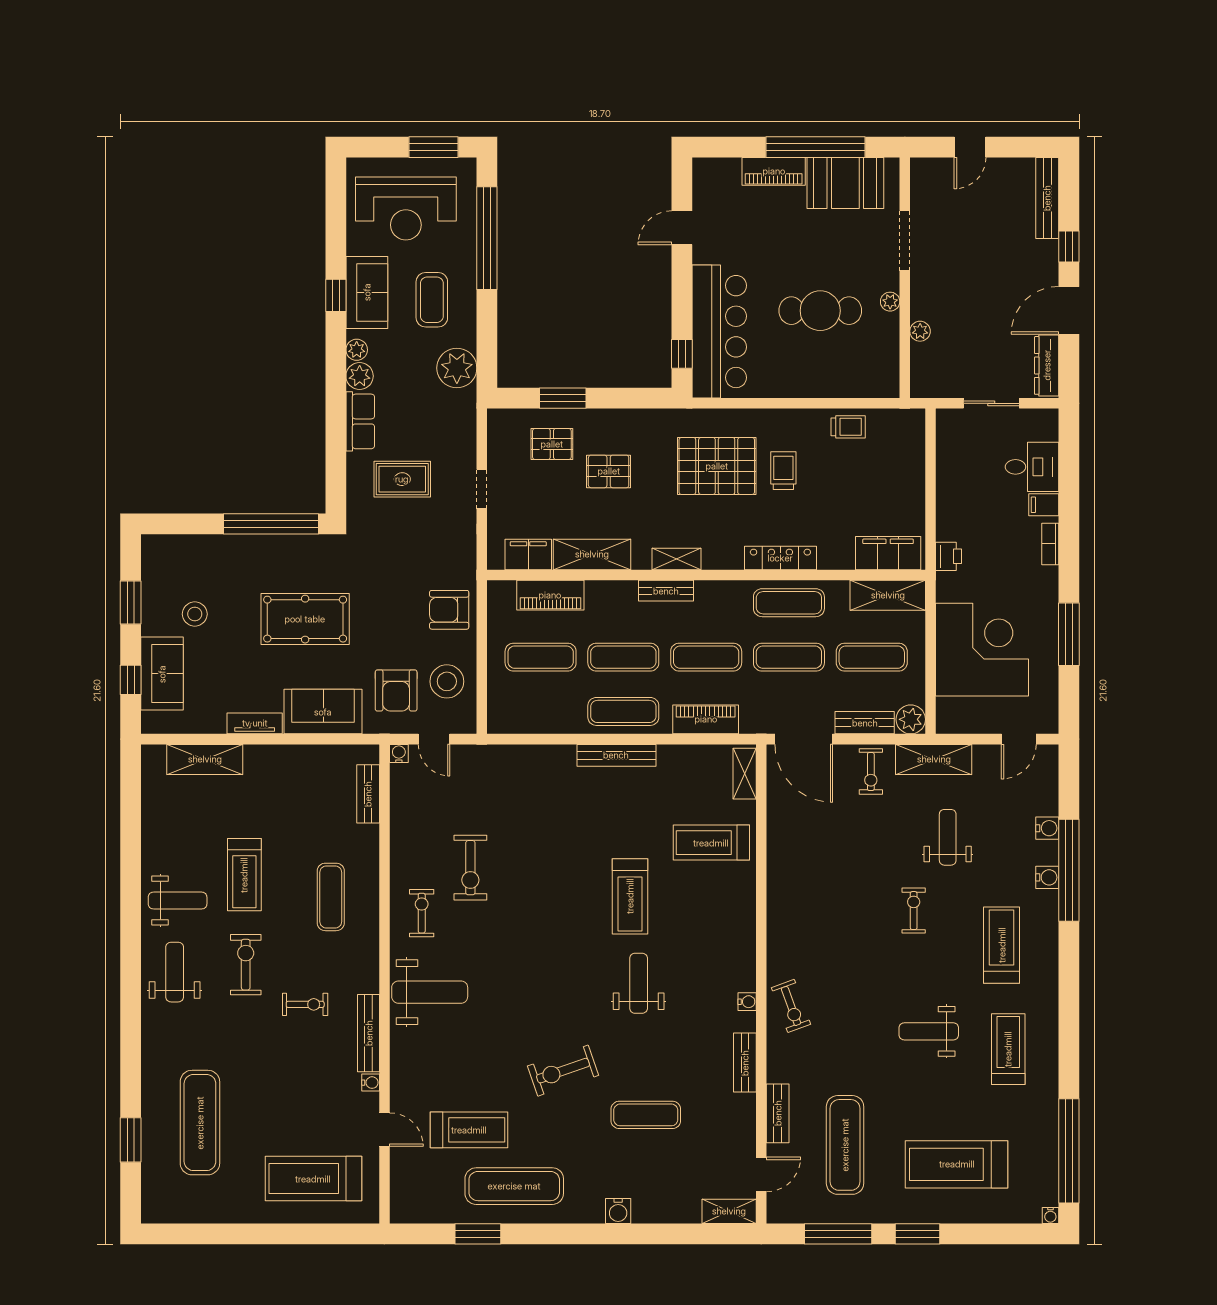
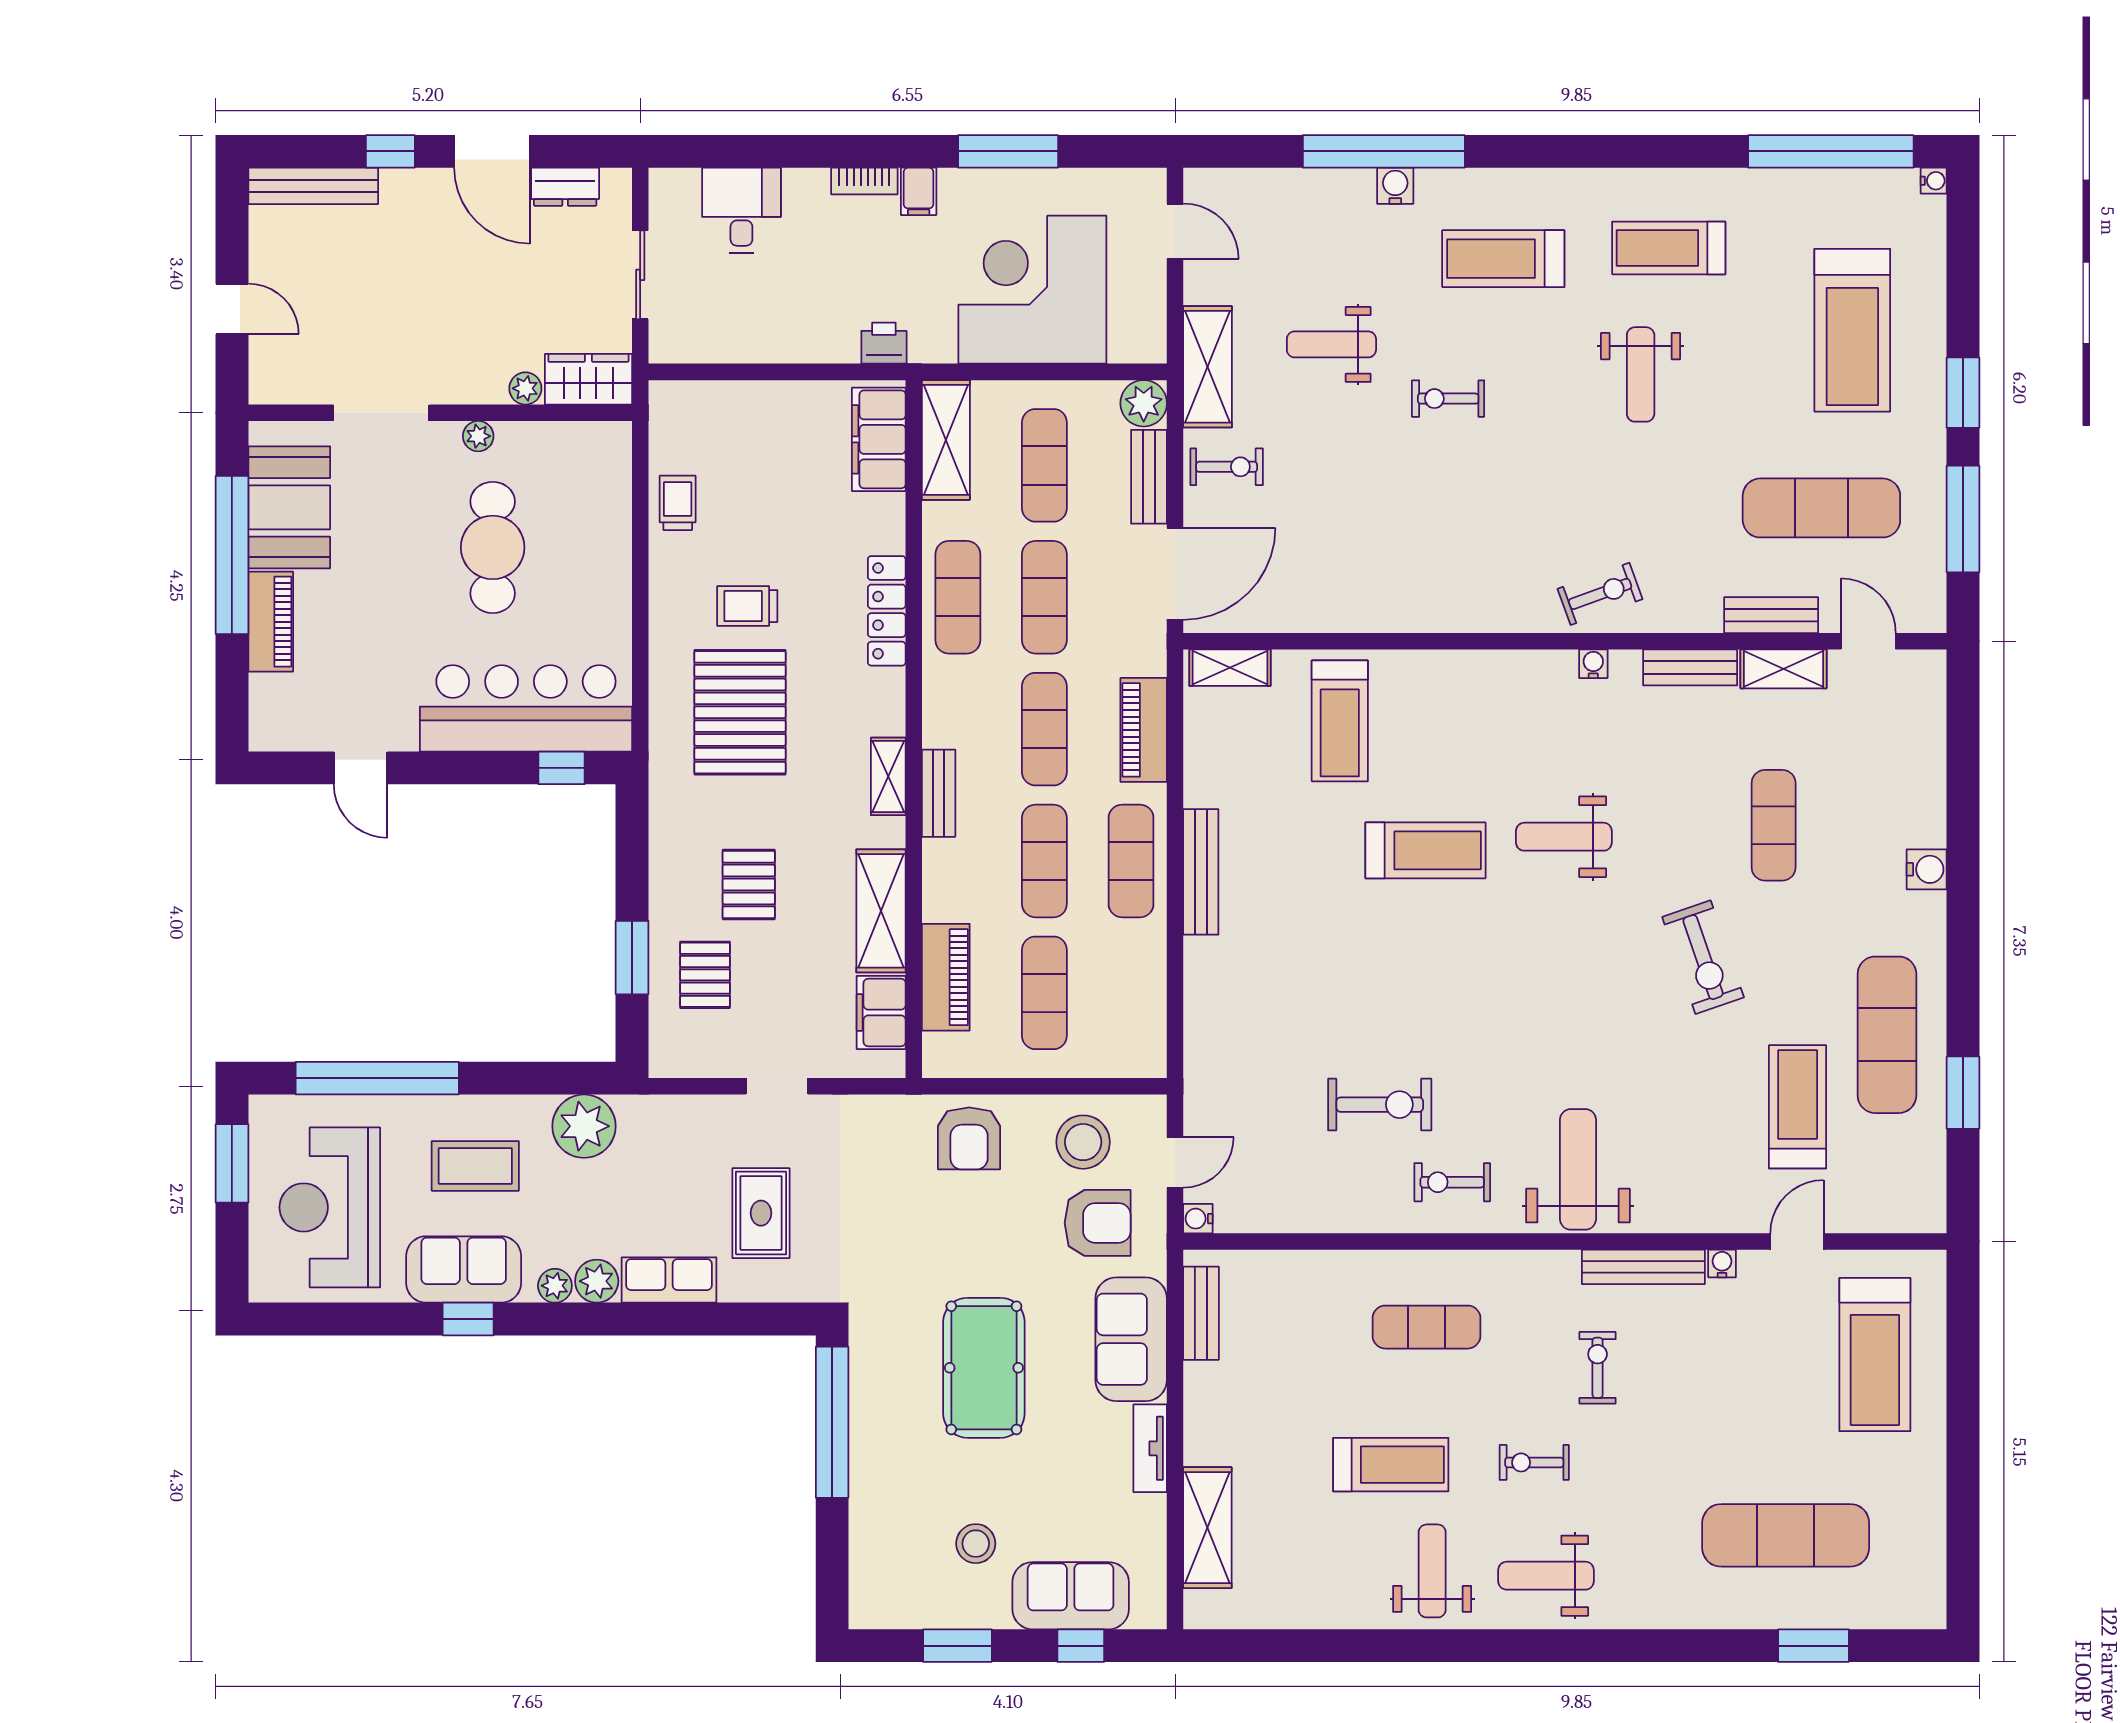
reception desk: (406, 208) -> (330, 1207), turned 180
dresser: (1047, 365) -> (565, 187), width x0.70
wardrobe: (926, 371) -> (588, 379), added
filing cabinet: (1044, 505) -> (919, 191), moved
bench: (368, 794) -> (1201, 1313), moved, turned 90
water cooler: (1047, 828) -> (1317, 186), removed
exercise bike: (246, 965) -> (1534, 1462), width x0.73, depth x0.72
shelving: (729, 1211) -> (1784, 669), moved, turned 90

